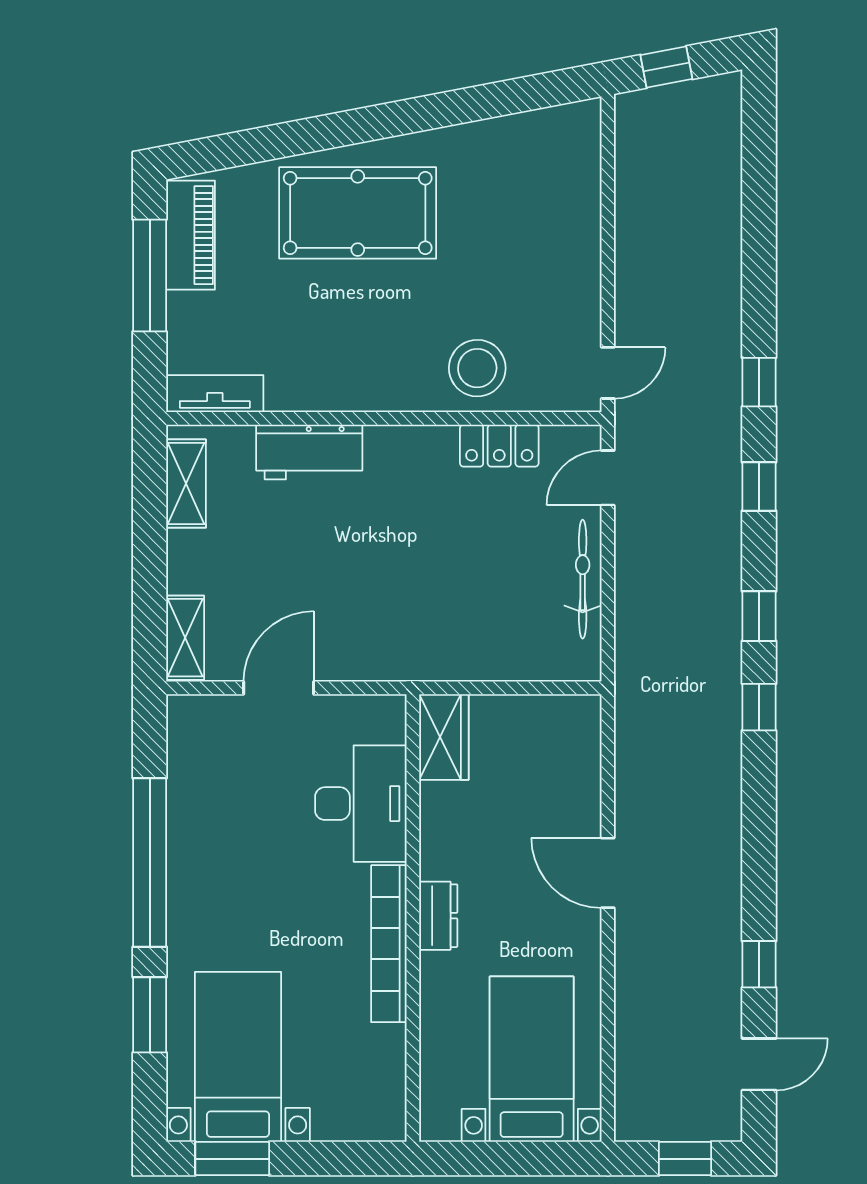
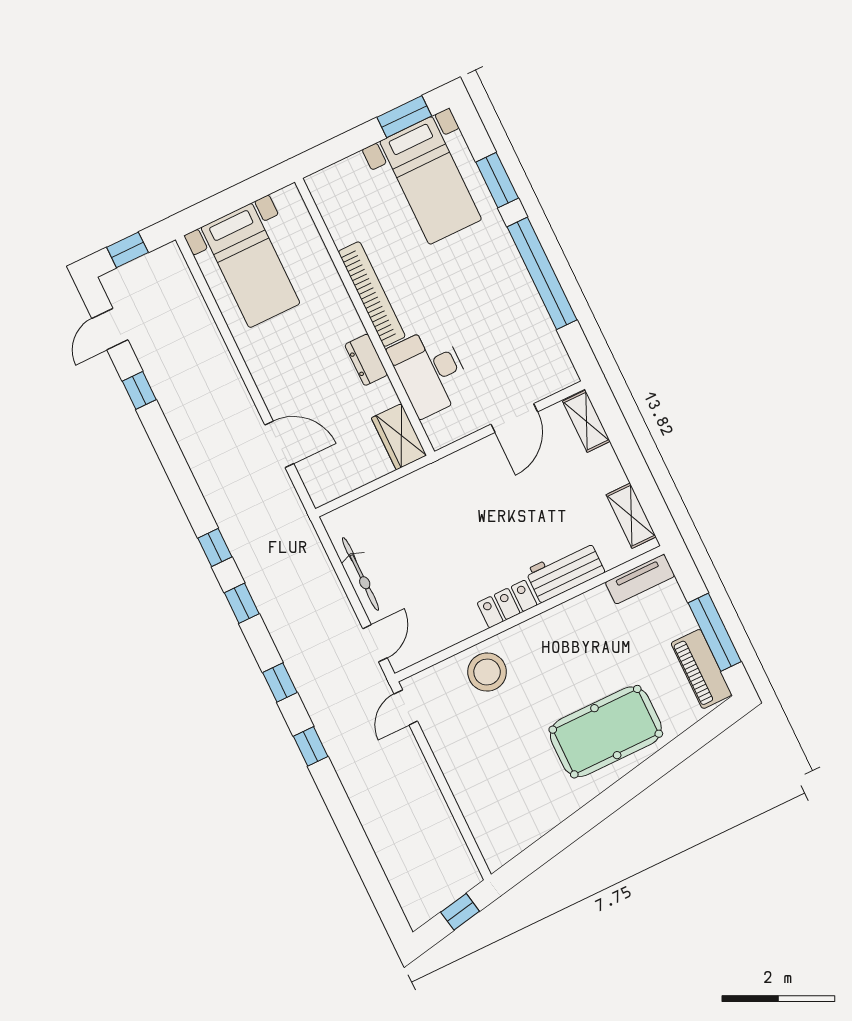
locker: (499, 446) -> (507, 604), moved
door: (608, 873) -> (279, 444), moved
dresser: (438, 916) -> (366, 360), moved

